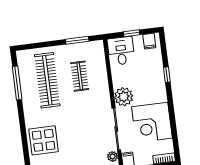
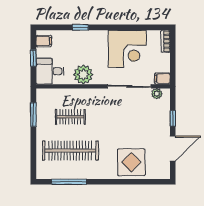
plant: (124, 97) -> (83, 75), moved

